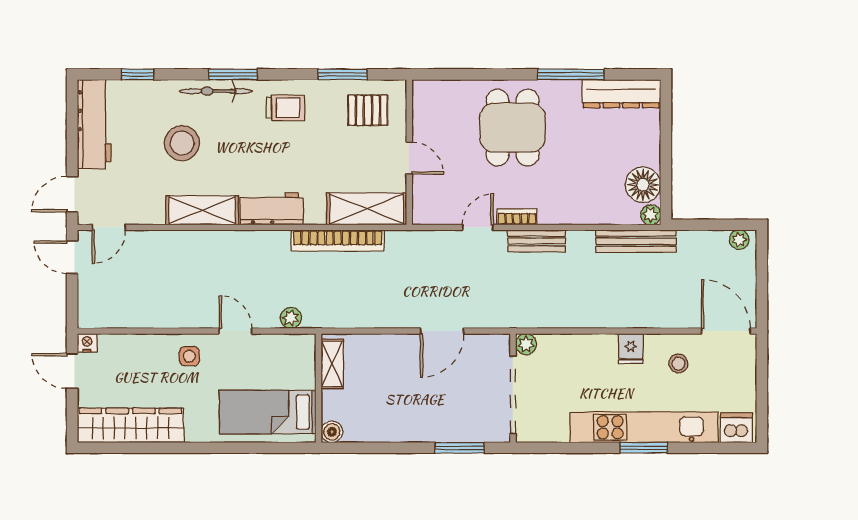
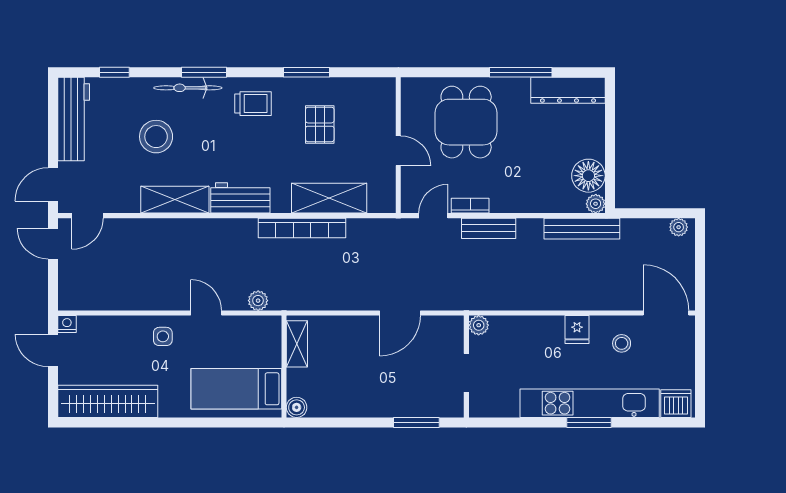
pallet: (368, 110) -> (320, 125), moved, turned 90
wall: (409, 152) -> (398, 145), moved
door: (409, 158) -> (398, 151), moved
doorway: (513, 395) -> (466, 373), width x0.53

